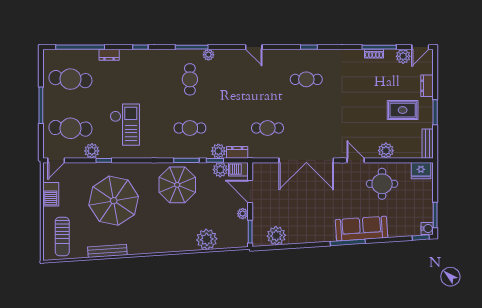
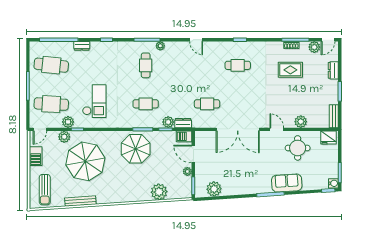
rug: (403, 110) -> (290, 70), moved
plant: (220, 170) -> (64, 137), moved
sofa: (361, 229) -> (287, 183), width x0.73

